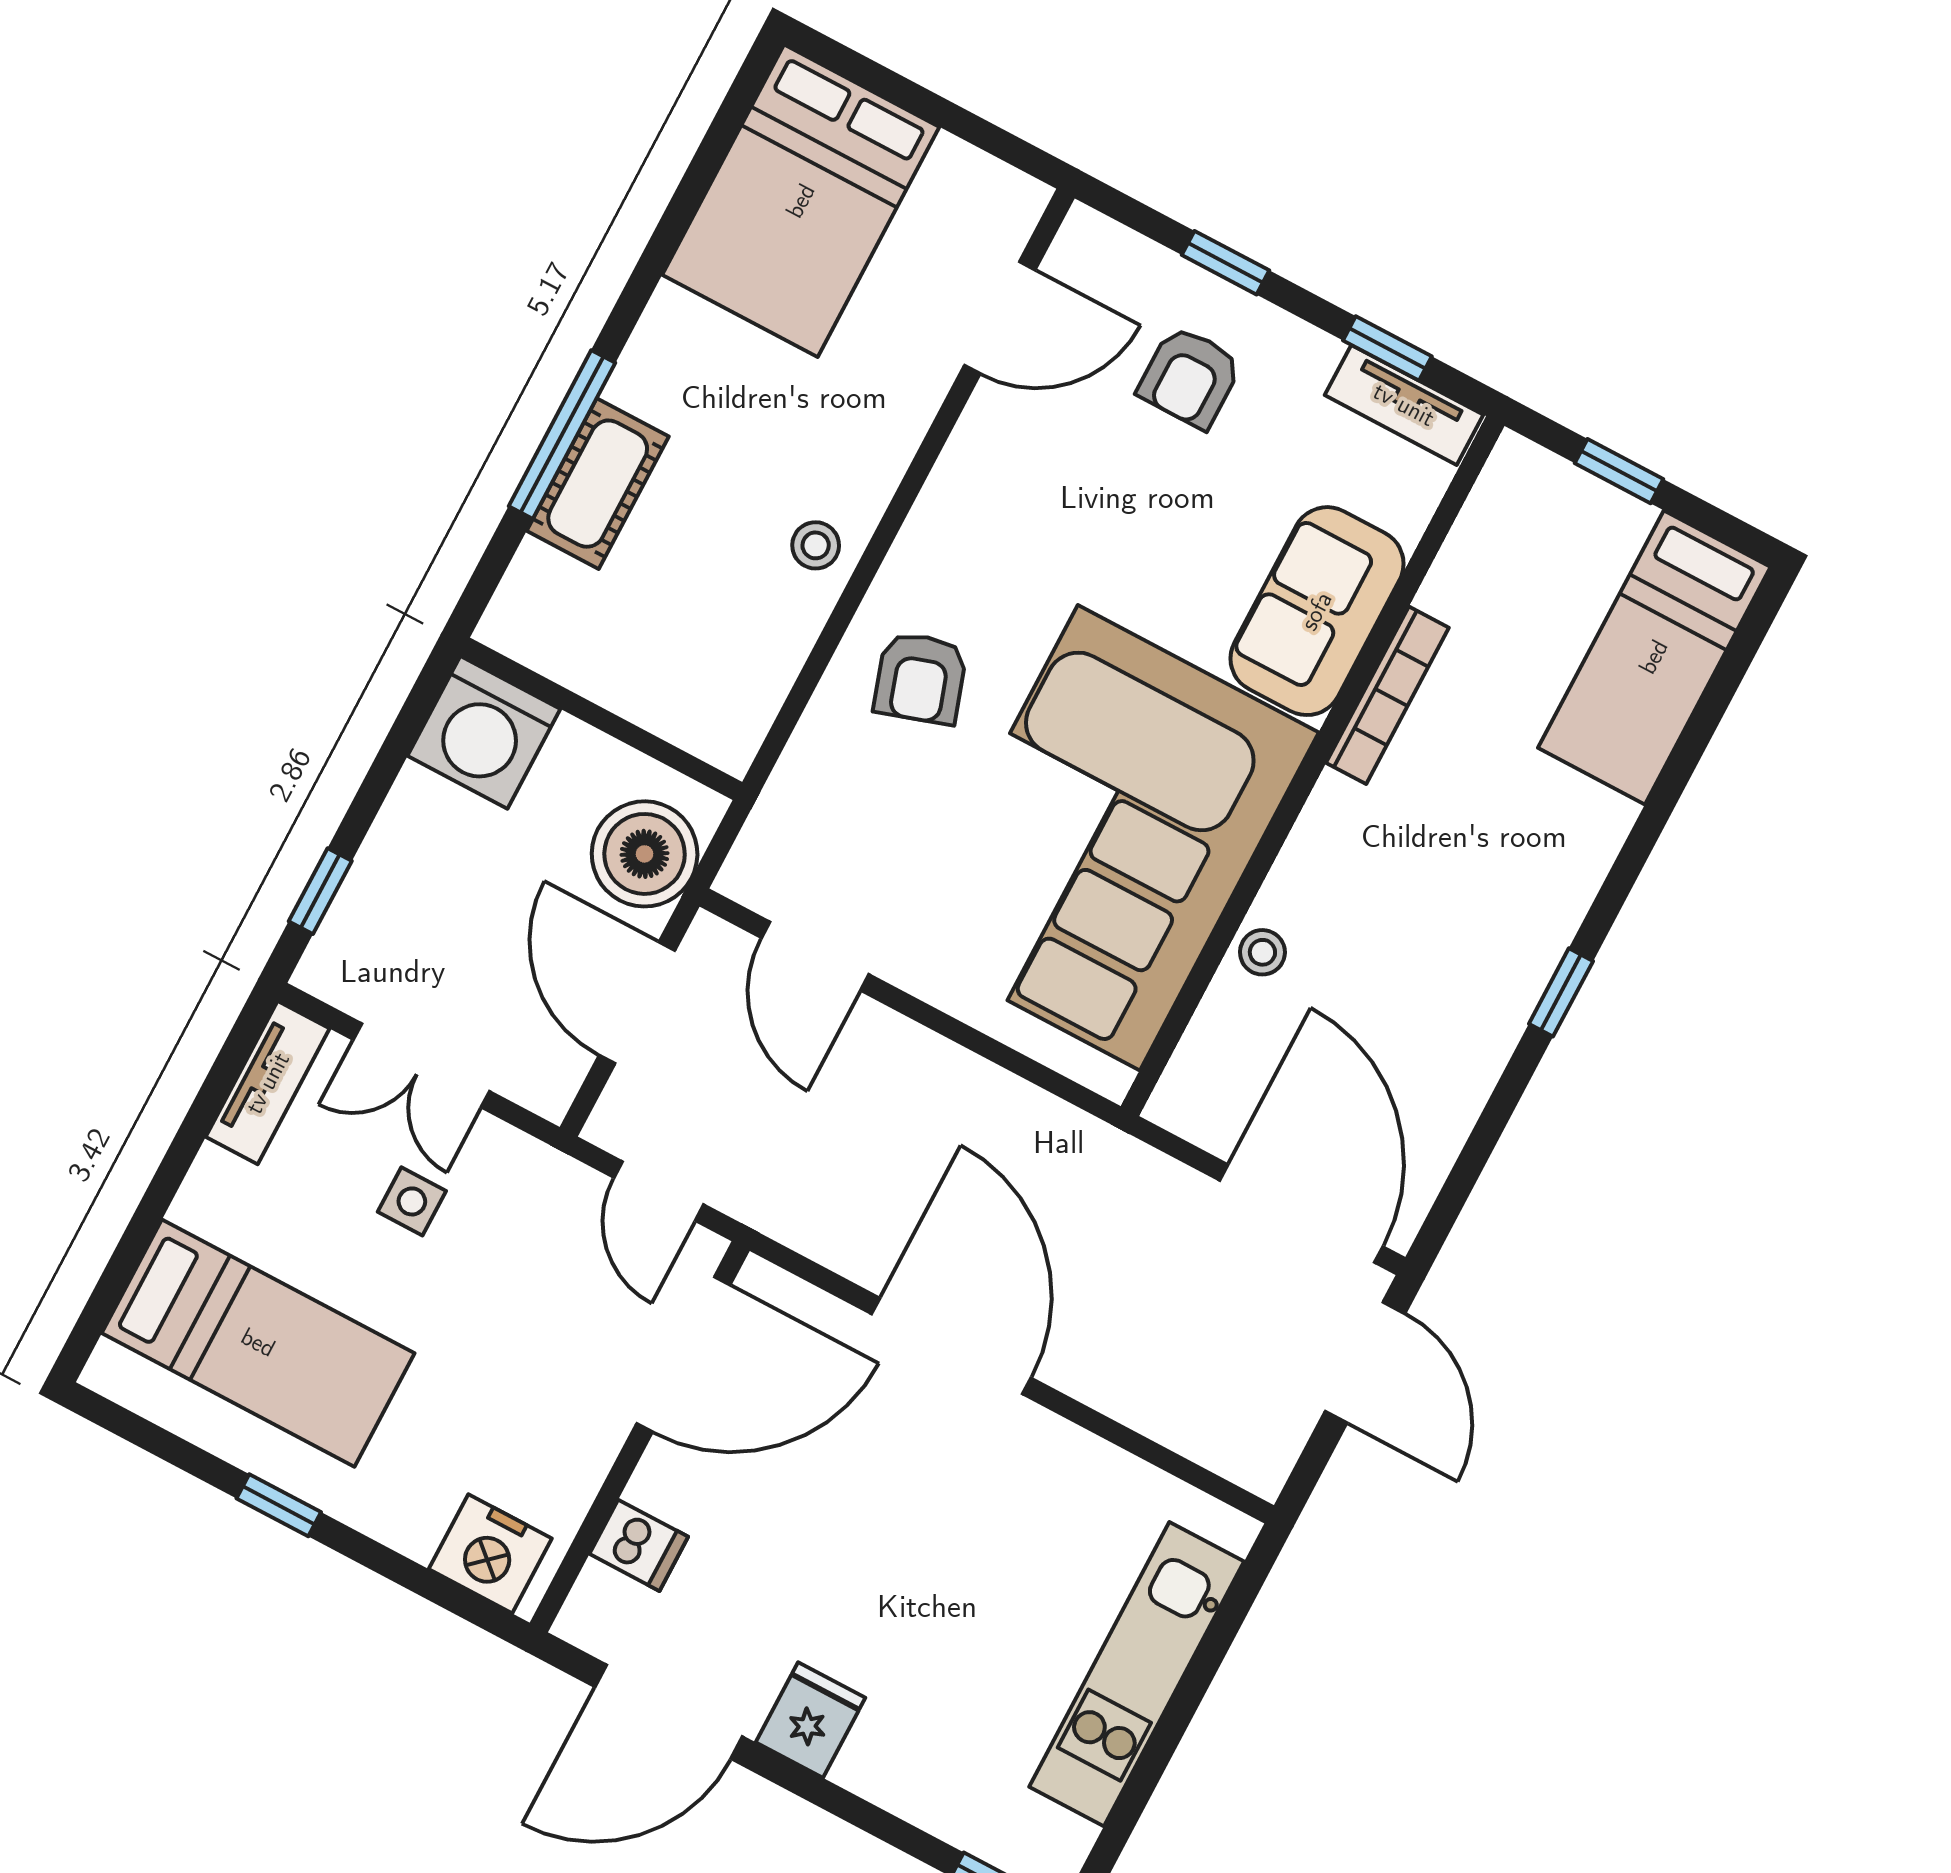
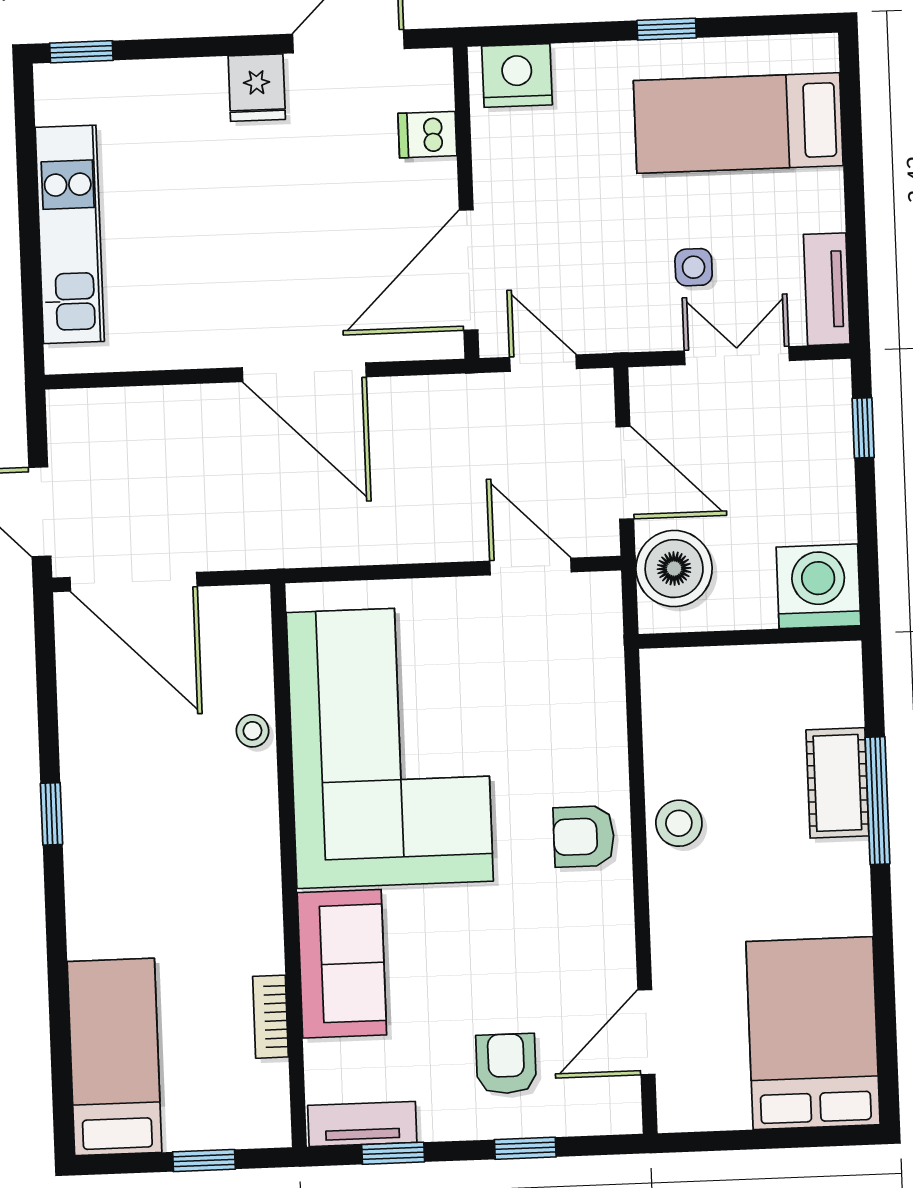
stool: (816, 545) -> (679, 823), width x1.37, depth x1.37
armchair: (920, 678) -> (584, 836), moved, turned -72
bookcase: (1387, 695) -> (271, 1017), moved, width x0.64

